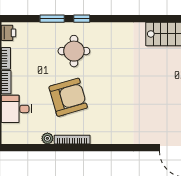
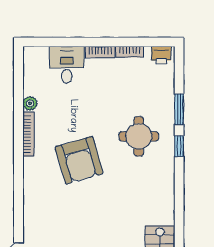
armchair: (68, 97) -> (79, 160), moved

